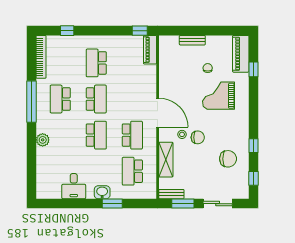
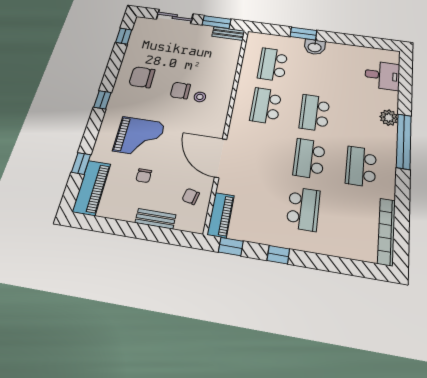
window: (67, 31) -> (278, 255), moved
chair: (172, 59) -> (191, 196), added
school desk: (60, 99) -> (361, 166), turned 180
window: (31, 102) -> (404, 141), moved
door: (158, 113) -> (221, 158), moved
window: (253, 146) -> (102, 100), moved
chair: (228, 159) -> (142, 77), moved
shelving: (166, 160) -> (227, 71), removed
school desk: (132, 171) -> (273, 64), turned 180
desk: (74, 186) -> (382, 75), moved, turned 90

